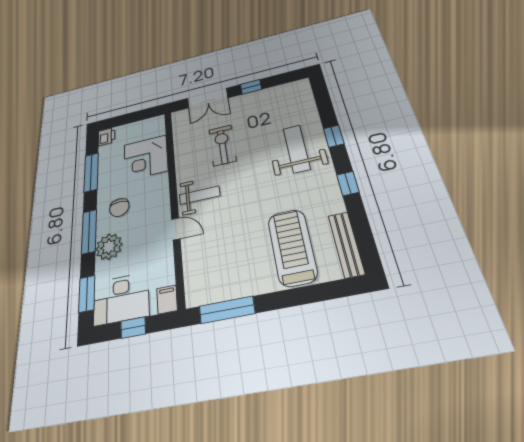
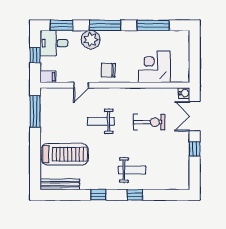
water cooler: (178, 117) -> (184, 93), added
printer: (107, 137) -> (183, 37), removed
weight bench: (297, 149) -> (132, 170), width x0.73, depth x0.75
weight bench: (200, 195) -> (101, 121), moved, turned 90
chair: (119, 208) -> (108, 70), moved
door: (176, 229) -> (81, 85), moved
desk: (121, 299) -> (54, 43), width x0.73

